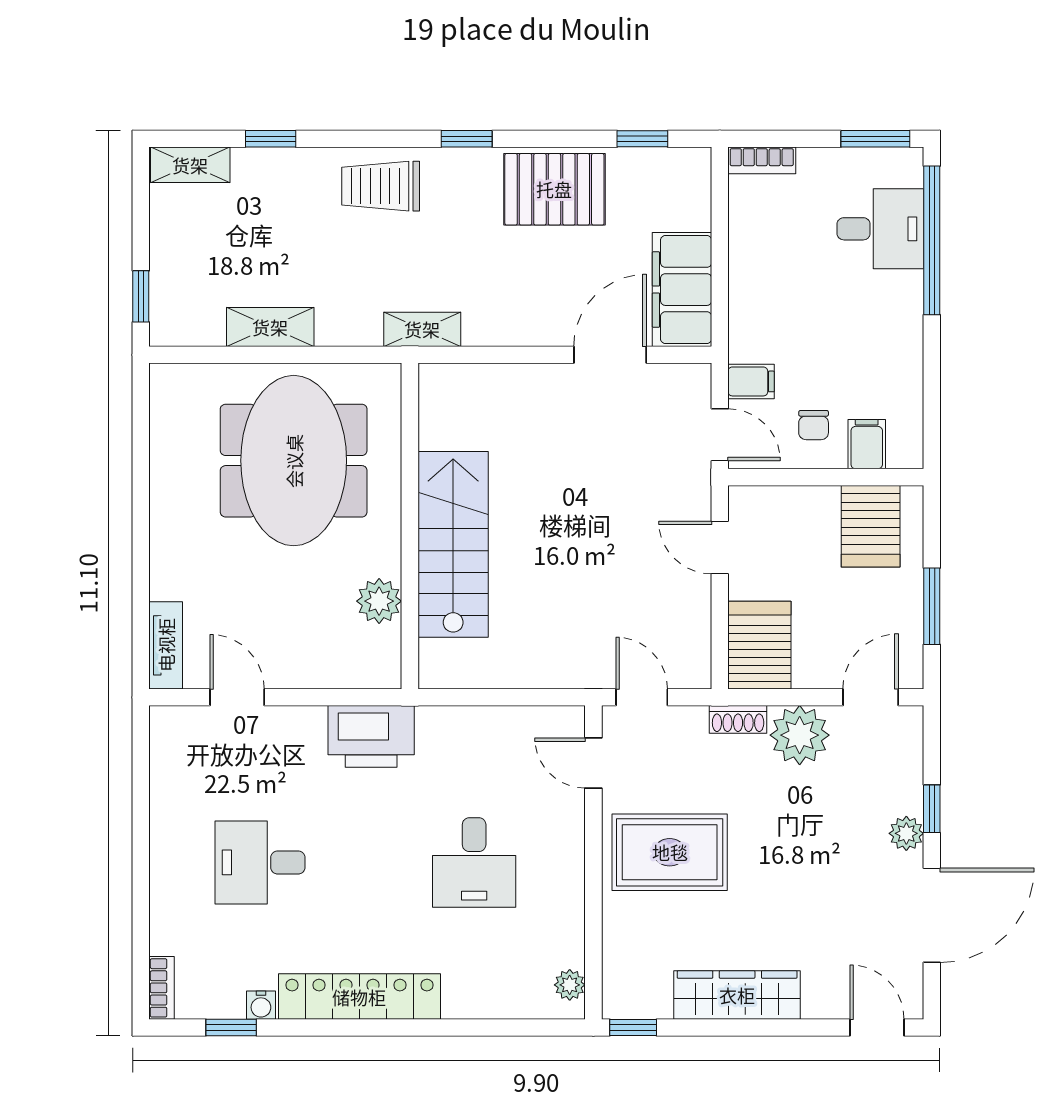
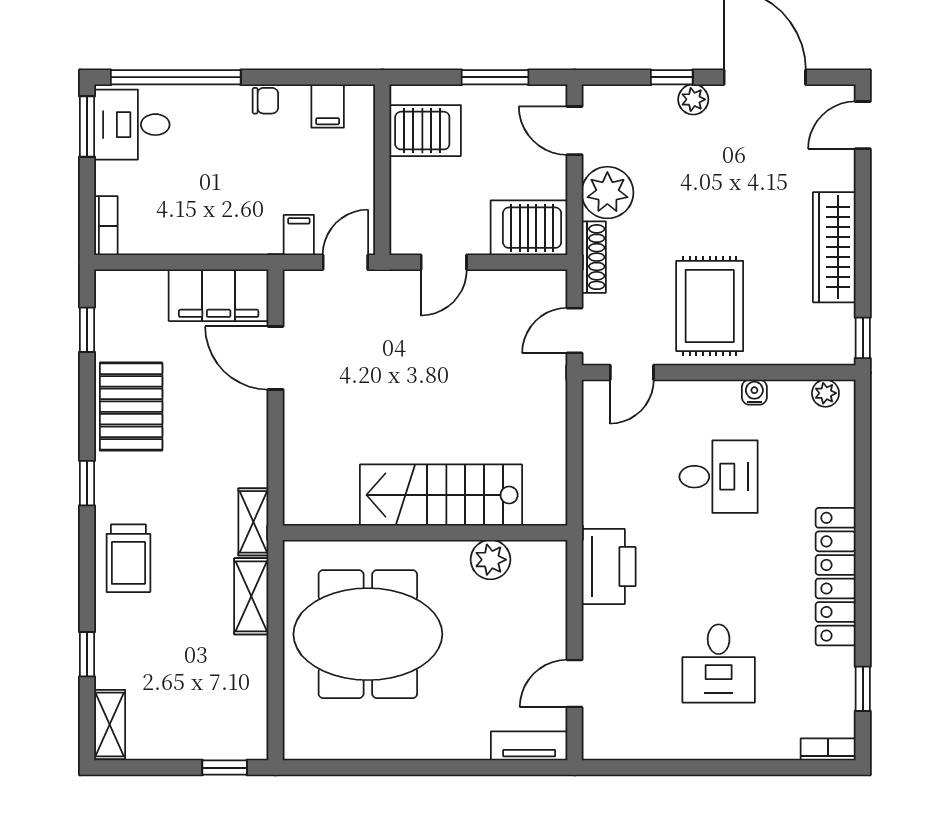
desk: (880, 229) -> (132, 125), moved, turned -90
shelving: (270, 327) -> (251, 596), moved
chair: (814, 425) -> (265, 101), moved
filing cabinet: (867, 444) -> (328, 106), moved, turned -90
shoe rack: (738, 719) -> (594, 257), width x1.43
water cooler: (261, 1005) -> (754, 392), moved, turned -90

